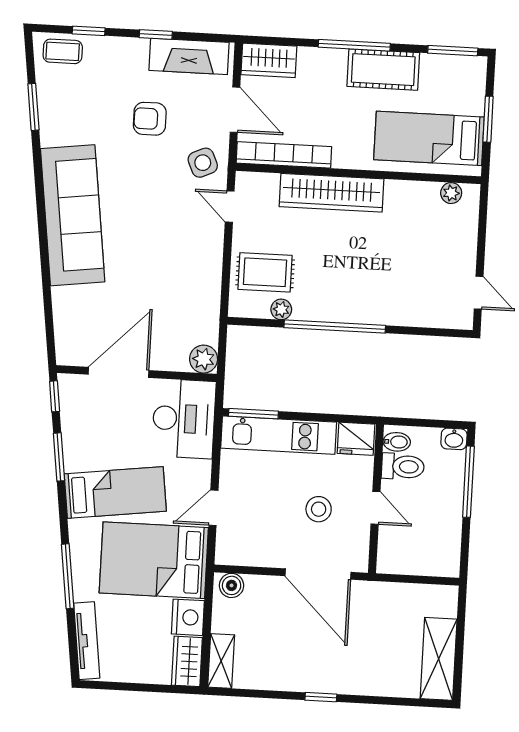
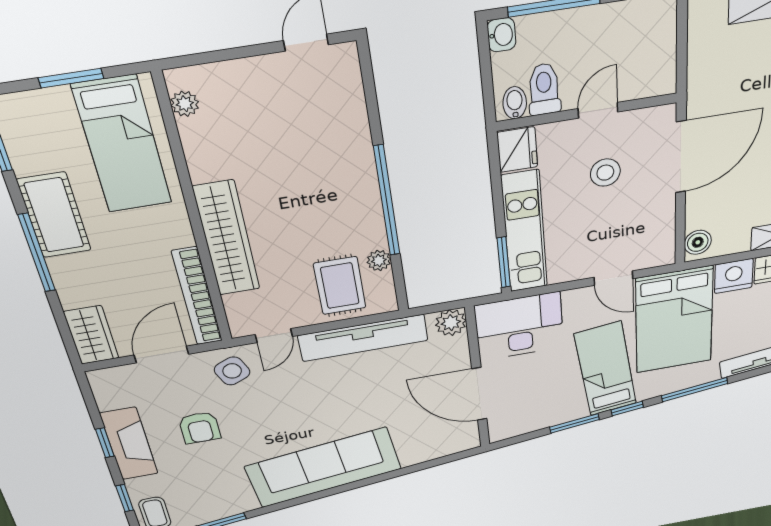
fireplace: (189, 56) -> (129, 444), moved
tv unit: (207, 281) -> (363, 338), added
window: (55, 396) -> (627, 409), moved

